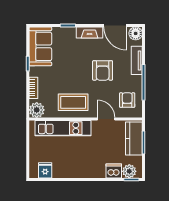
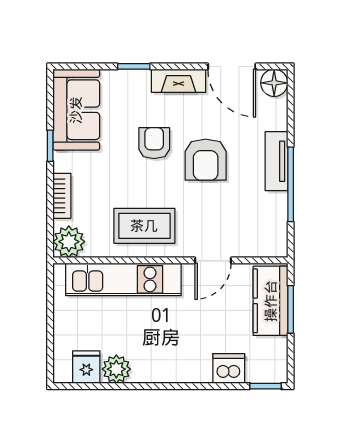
tv unit: (137, 60) -> (277, 161), moved
armchair: (127, 100) -> (154, 143), moved
door: (106, 119) -> (213, 260), swing flipped
plant: (129, 171) -> (116, 369), moved

